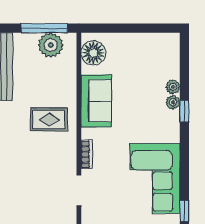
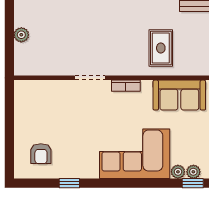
window: (184, 111) -> (193, 183), moved
corner sofa: (155, 178) -> (135, 154), moved

